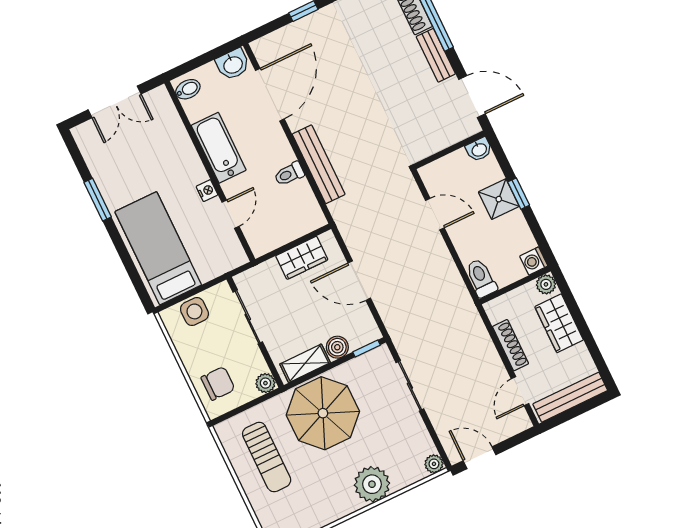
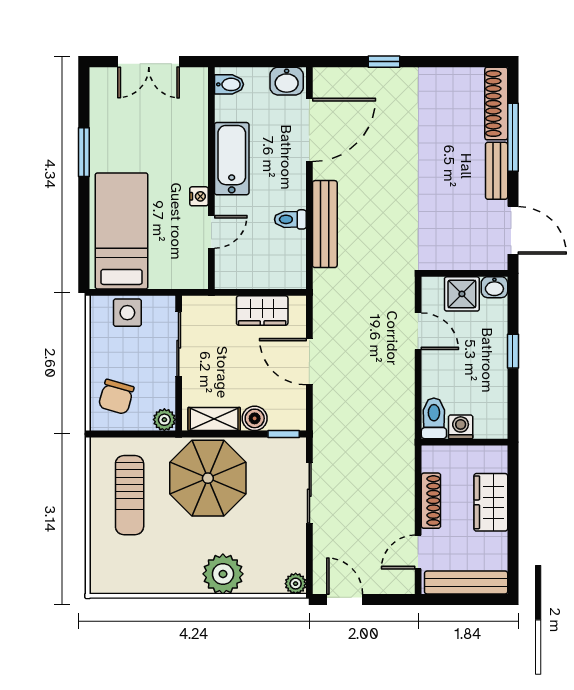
shower: (499, 199) -> (462, 294), moved
washing machine: (534, 261) -> (461, 427), moved, turned 90
plant: (546, 284) -> (496, 456), removed
chair: (218, 383) -> (116, 397), turned 106

